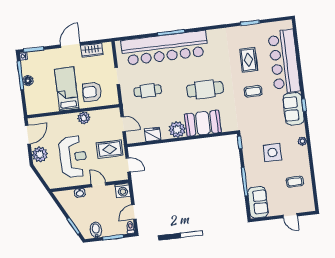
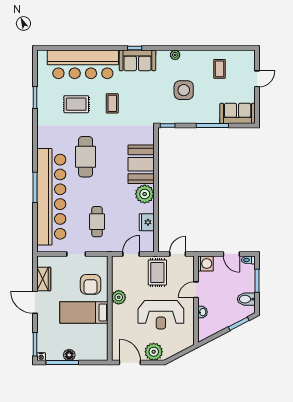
cafe table: (205, 89) -> (86, 157), moved
reception desk: (73, 157) -> (161, 315), turned 180

